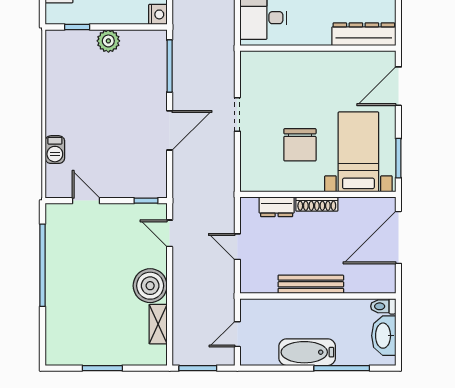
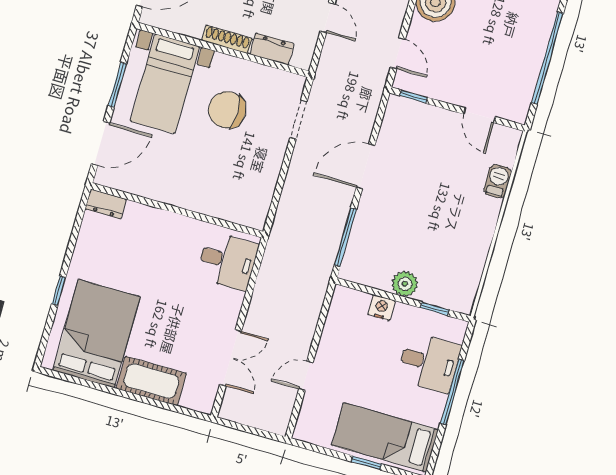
nightstand: (158, 14) -> (381, 308), moved, turned 90
dresser: (364, 34) -> (106, 204), width x0.51, depth x0.80
doorway: (237, 114) -> (298, 120), moved
chair: (300, 145) -> (227, 110), turned -90
window: (398, 158) -> (117, 85), moved

